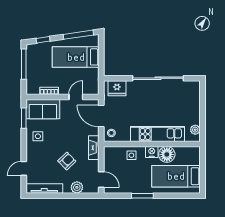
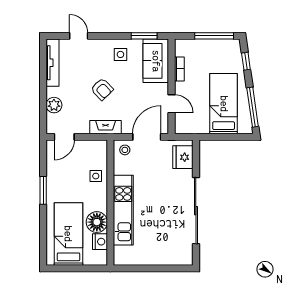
plant: (195, 130) -> (129, 259), removed
nightstand: (152, 152) -> (100, 242), moved
armchair: (67, 161) -> (102, 89), moved

